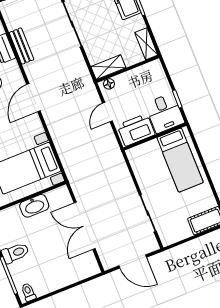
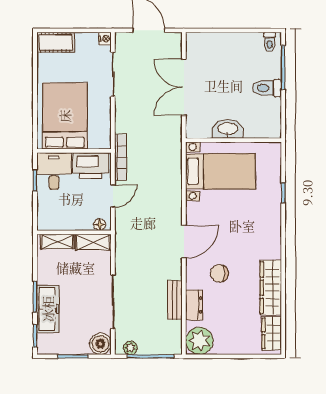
shelving: (146, 44) -> (57, 242), moved, turned 90
bookcase: (114, 147) -> (121, 157), added
bed: (180, 160) -> (65, 116), width x1.50
double door: (85, 226) -> (184, 87), swing flipped
nightstand: (166, 240) -> (105, 39), added

